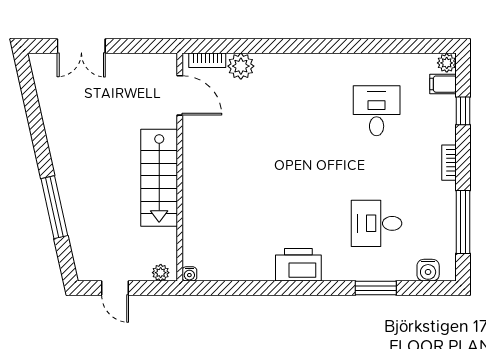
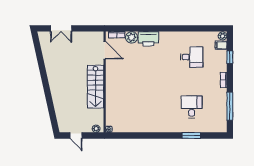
desk: (377, 111) -> (192, 57), turned 90
window: (54, 207) -> (49, 100), removed
desk: (377, 223) -> (192, 107), turned 90
printer: (298, 265) -> (148, 39), moved, turned 180
water cooler: (428, 270) -> (214, 128), removed

